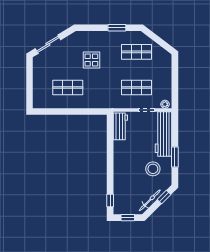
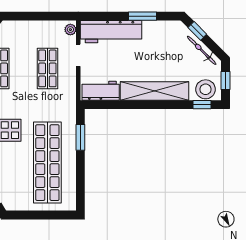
shop shelf: (68, 87) -> (47, 163), width x2.00, depth x1.36
window: (86, 112) -> (80, 137), added
shelving: (120, 166) -> (155, 91), added
stool: (153, 169) -> (206, 89), moved

